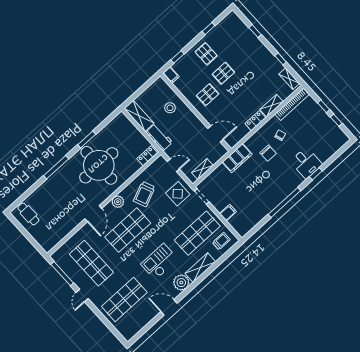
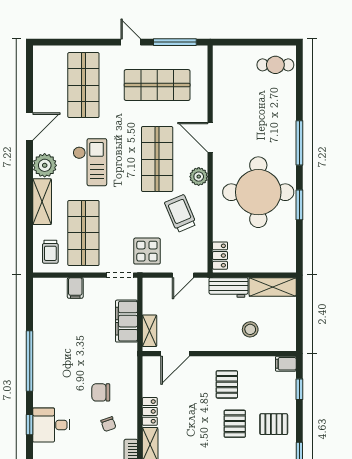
filing cabinet: (237, 158) -> (126, 321), moved
shelving: (202, 169) -> (150, 331), moved

